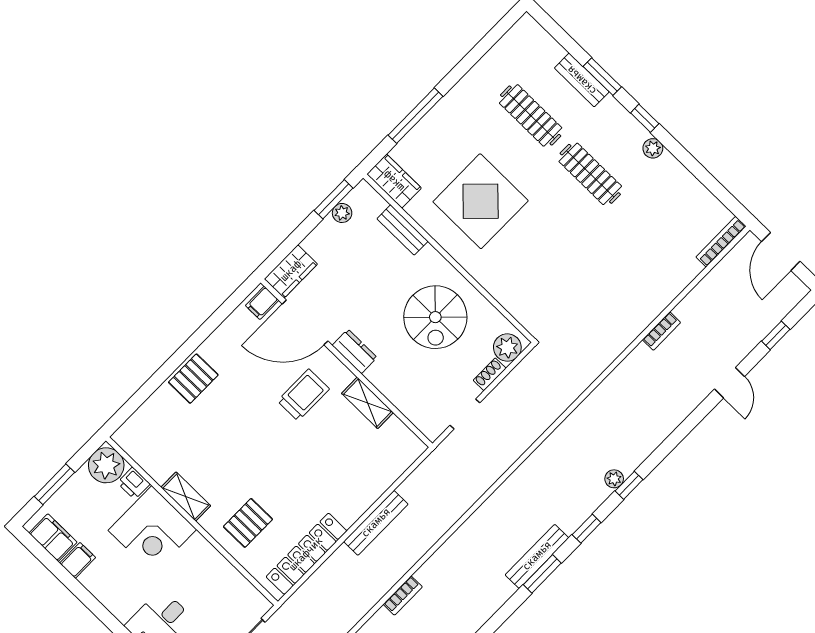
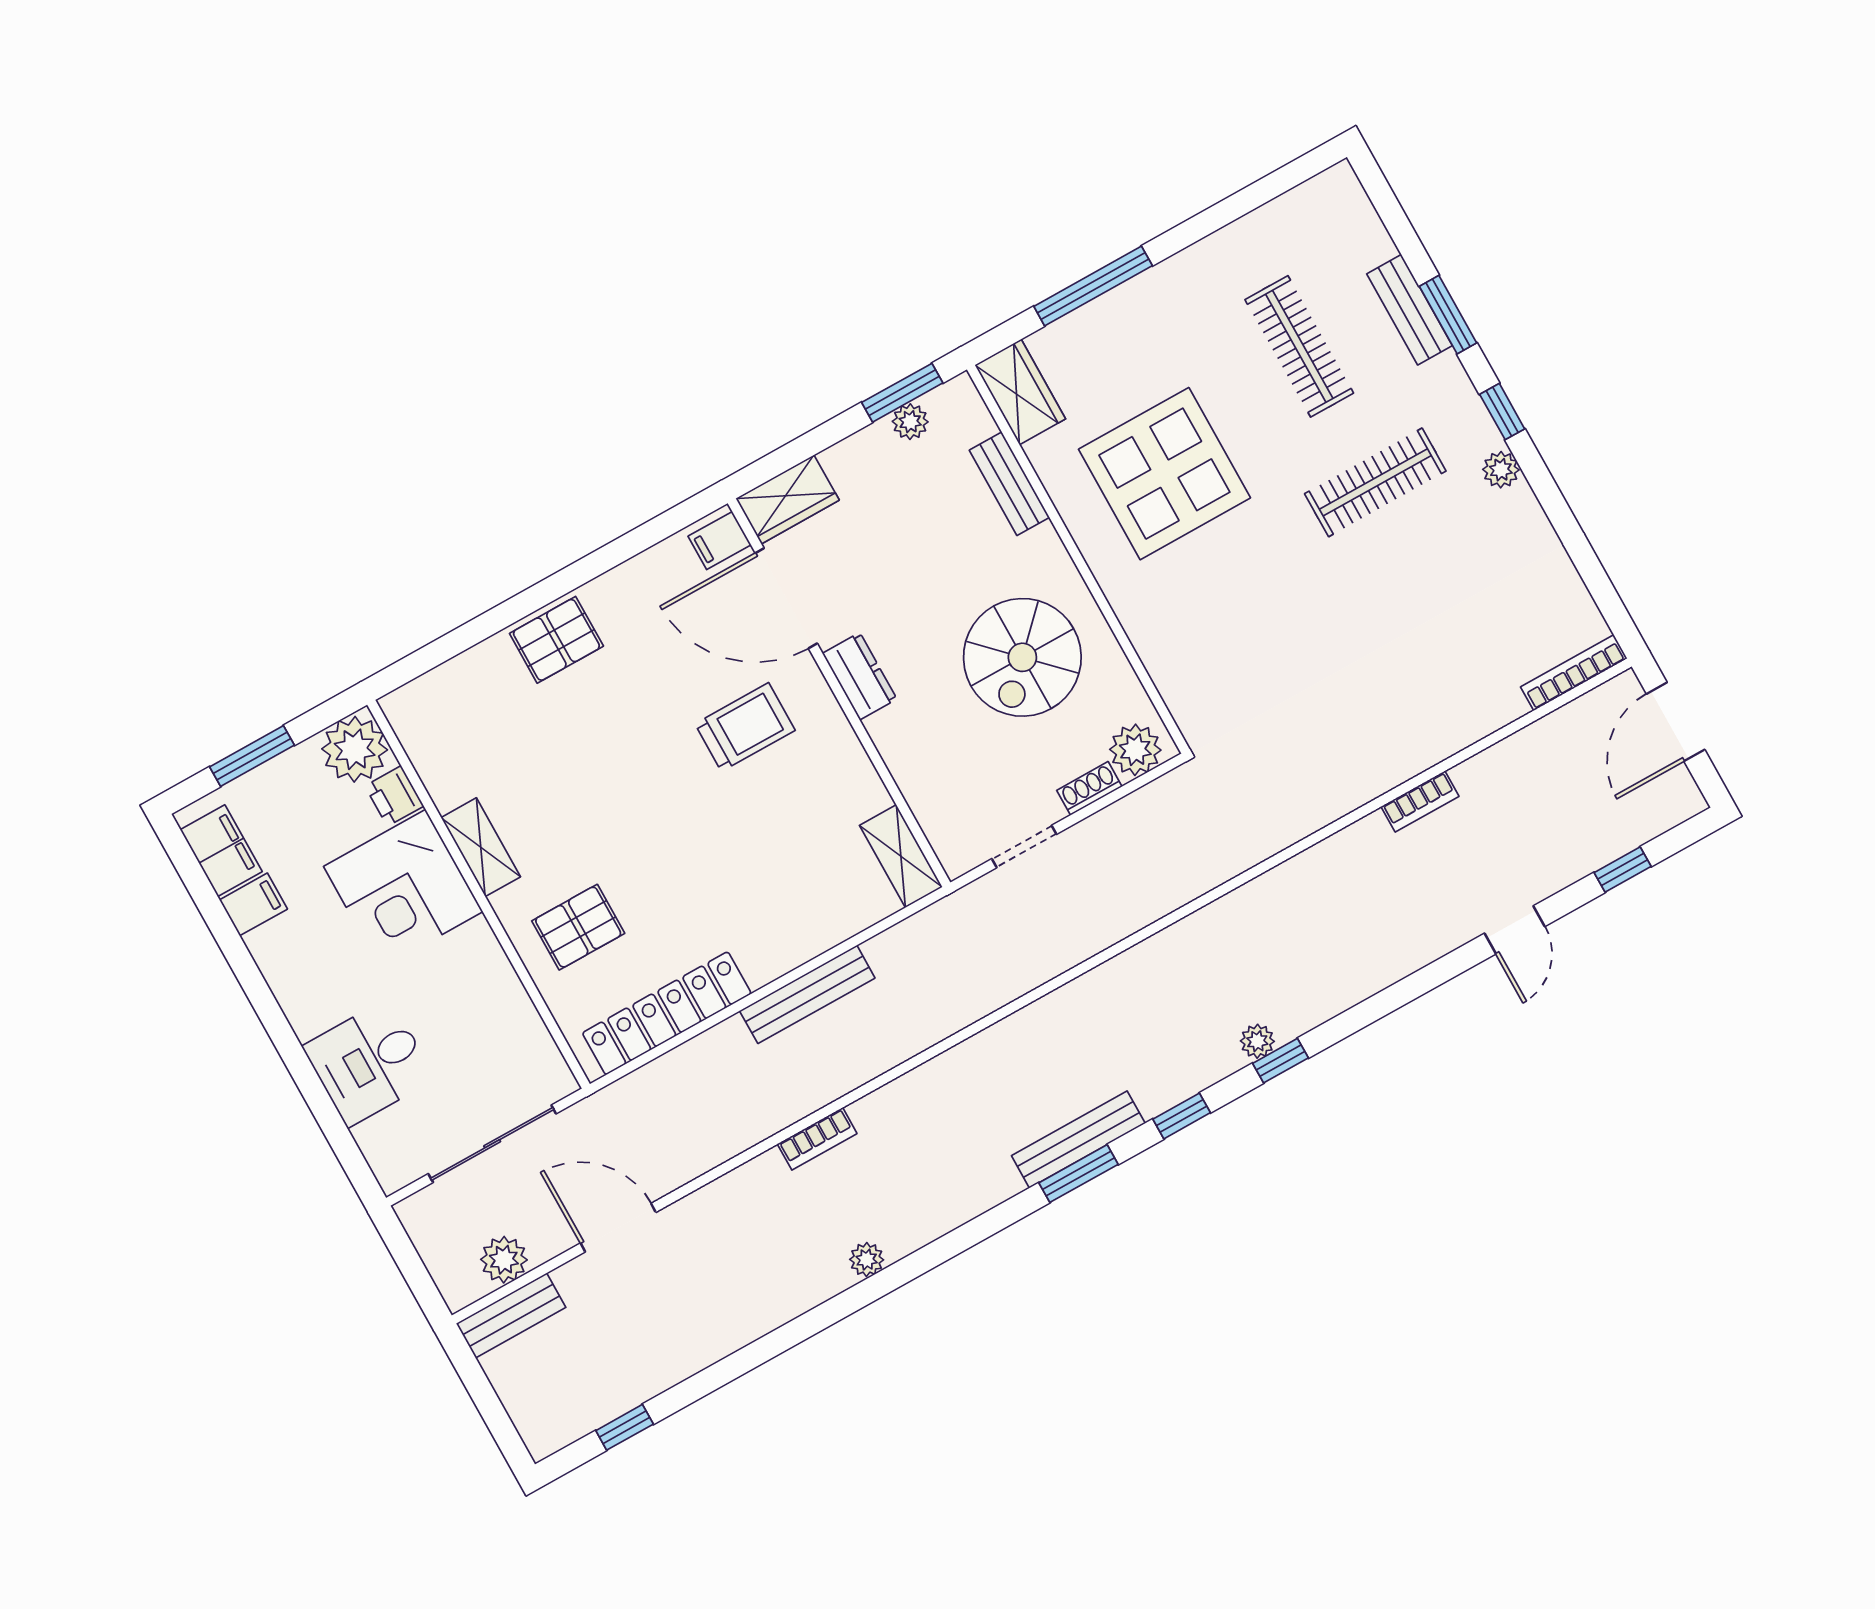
clothes rail: (590, 174) -> (1375, 482), turned 90
shelving: (368, 403) -> (901, 856), moved

